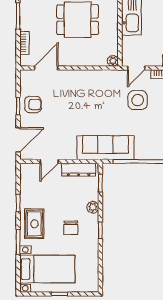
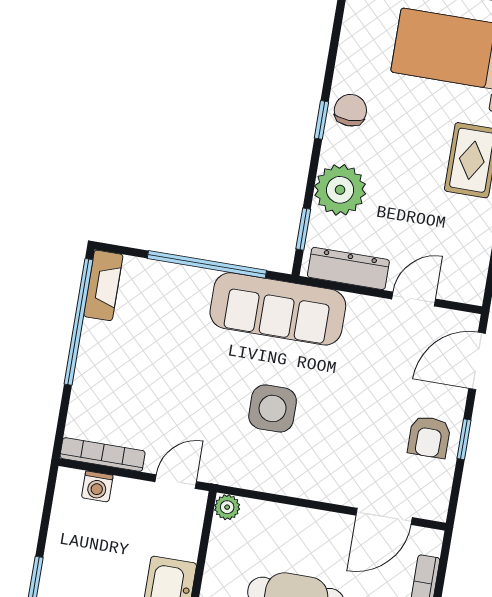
side table: (138, 100) -> (273, 408), moved
armchair: (33, 104) -> (429, 437), turned -90
plant: (93, 207) -> (340, 190), width x1.88, depth x1.88
chair: (71, 228) -> (350, 110), moved

